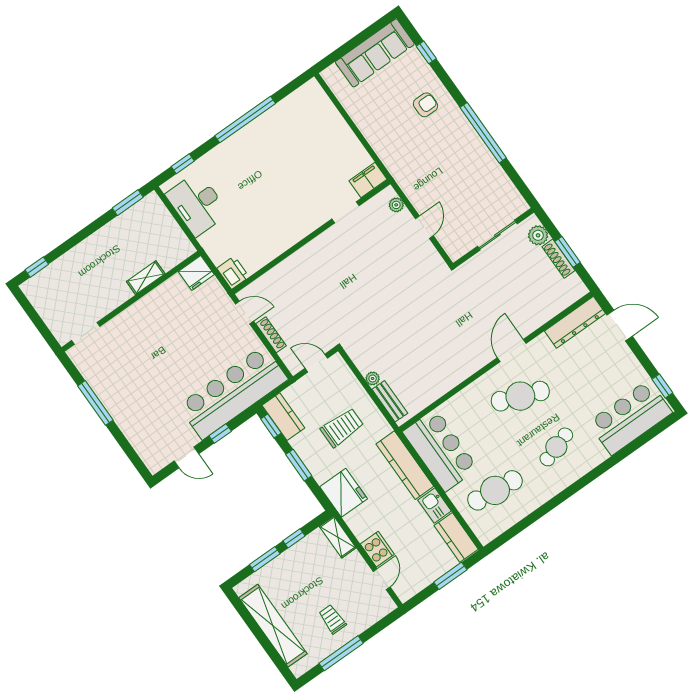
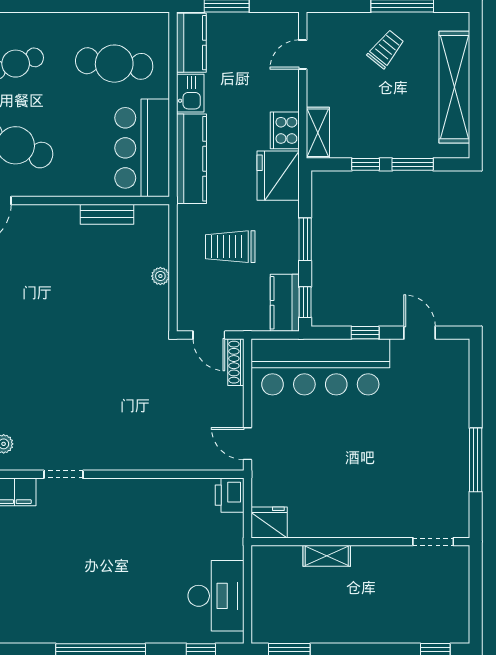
shoe rack: (271, 335) -> (236, 362), moved
bench: (390, 401) -> (107, 214), moved, turned 90
cooker: (377, 549) -> (285, 130), moved
trolley: (332, 619) -> (386, 49), turned -141

